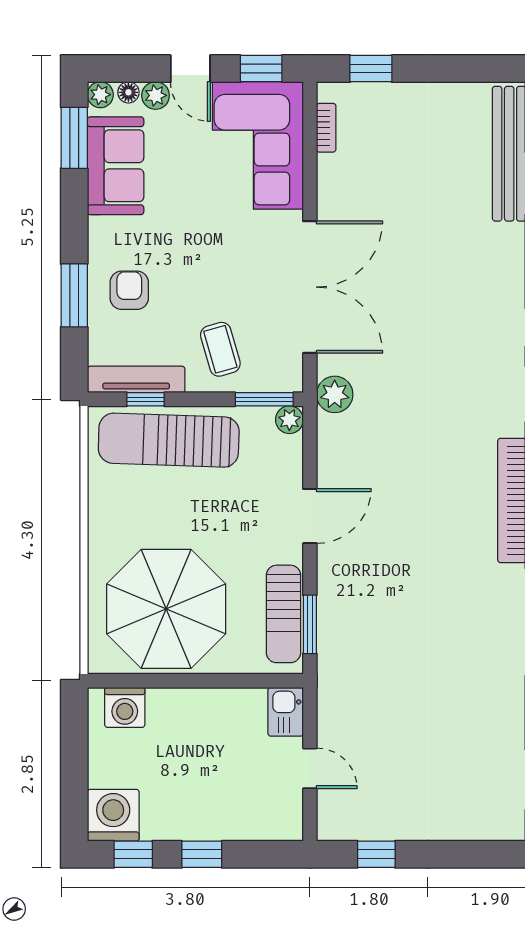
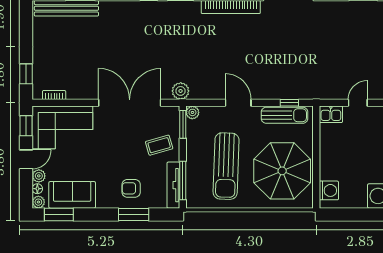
window: (146, 399) -> (183, 181), width x2.17
sun lounger: (169, 440) -> (226, 166), moved
window: (310, 624) -> (289, 103), width x0.67

